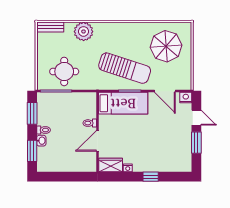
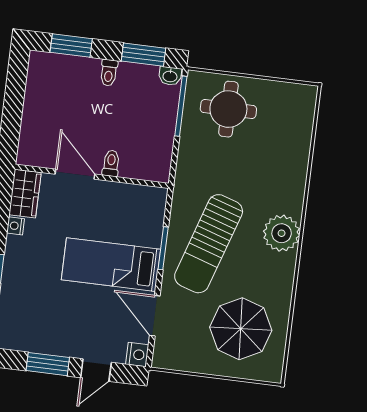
bench: (50, 27) -> (305, 110), removed
plant: (84, 31) -> (282, 233), moved
round table: (64, 71) -> (228, 109), moved
door: (165, 91) -> (155, 316), hinge flipped
bed: (123, 103) -> (111, 265), moved, turned 90
washbasin: (41, 141) -> (170, 76), moved

